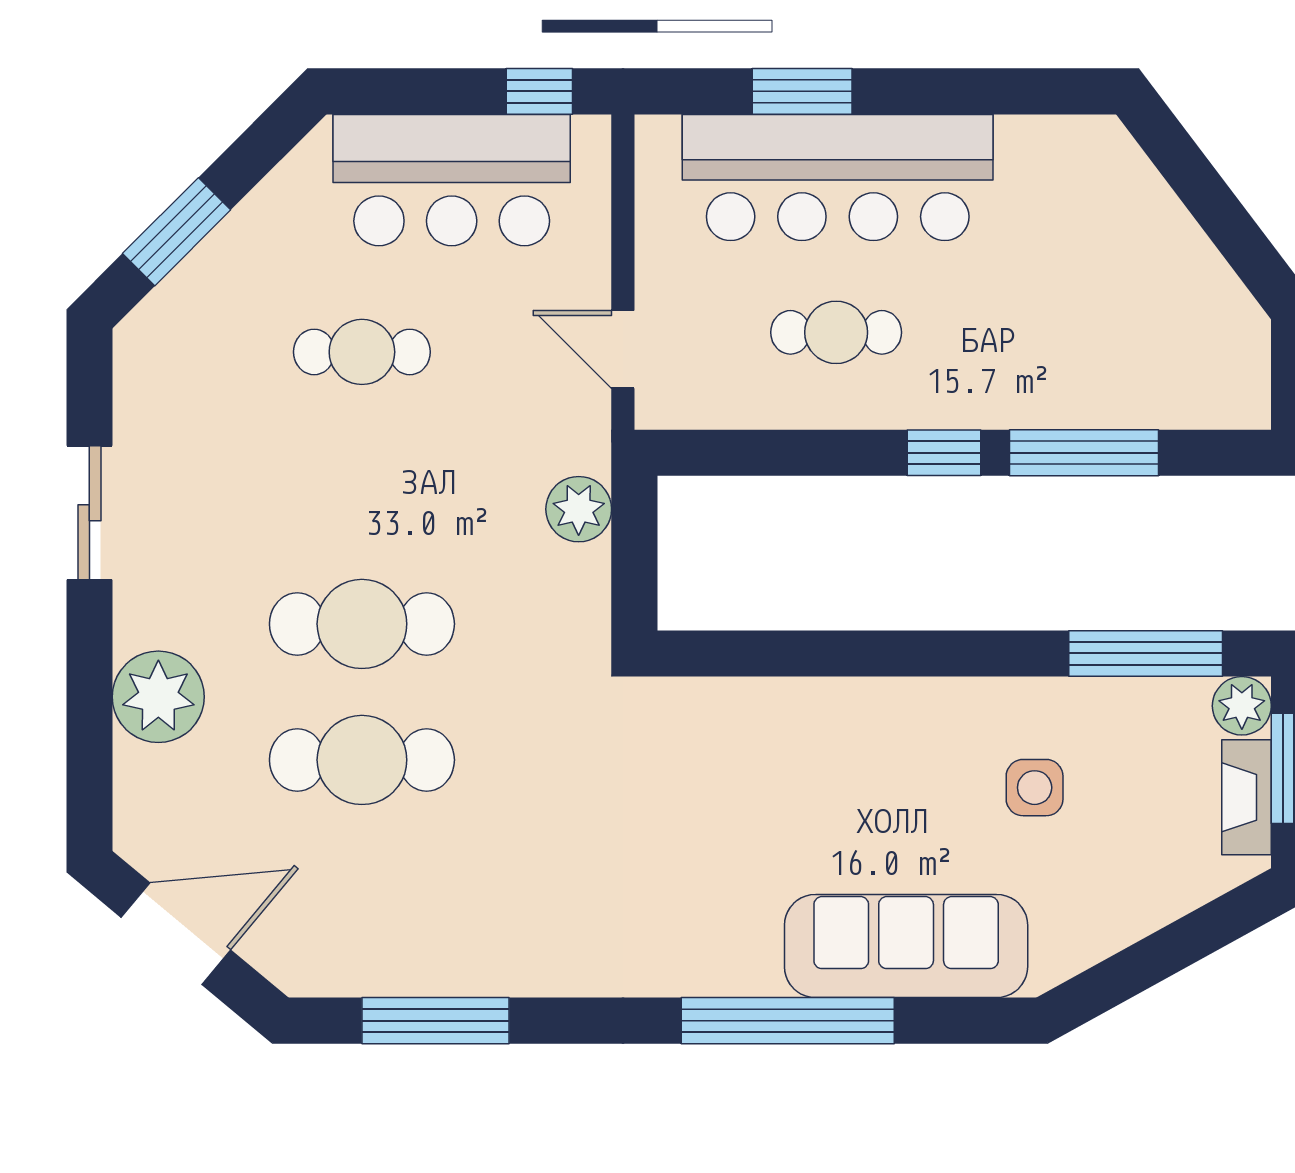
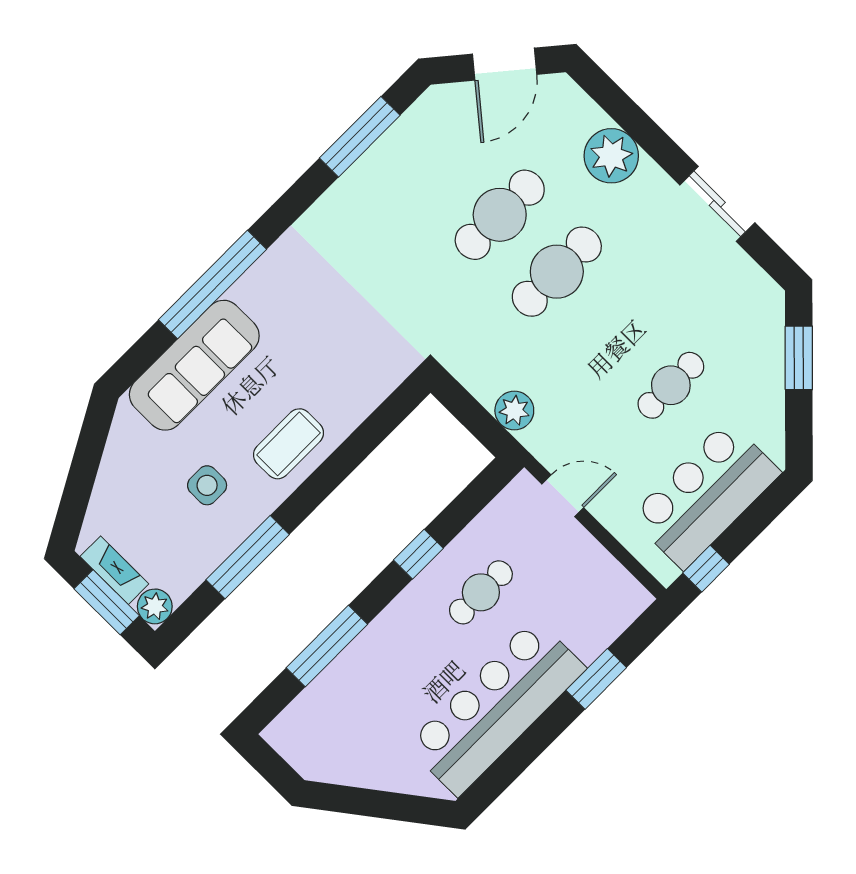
bar counter: (838, 178) -> (496, 707), moved
window: (944, 453) -> (418, 554), moved
window: (1146, 653) -> (248, 557), moved
coffee table: (888, 740) -> (289, 444), added

